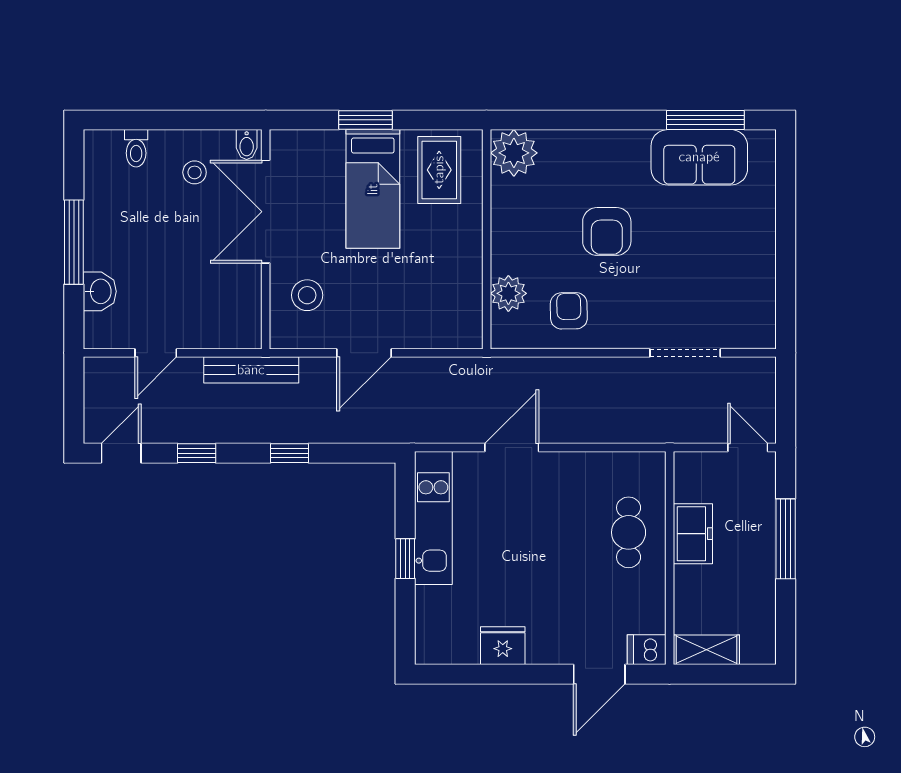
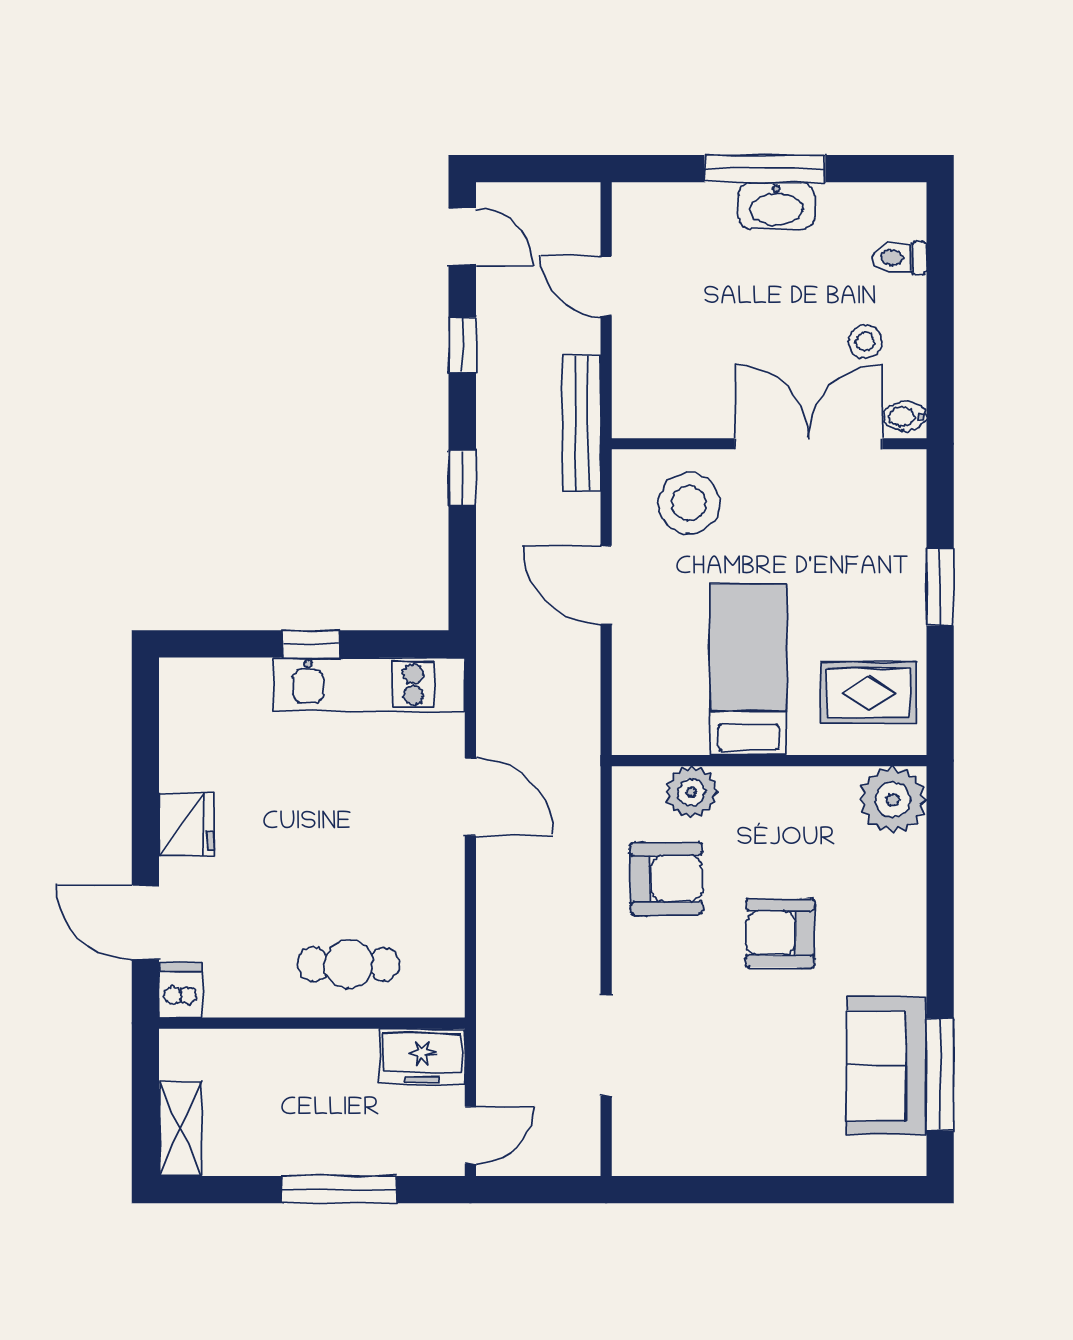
bed: (373, 189) -> (749, 670), moved, turned 90
washbasin: (100, 291) -> (776, 206), moved, width x1.38
stool: (307, 295) -> (689, 503), width x1.38, depth x1.38
armchair: (569, 311) -> (666, 879), width x1.38, depth x1.38
freezer: (693, 534) -> (422, 1057), moved
fridge: (503, 646) -> (186, 824), moved
shelving: (706, 650) -> (180, 1129), moved

